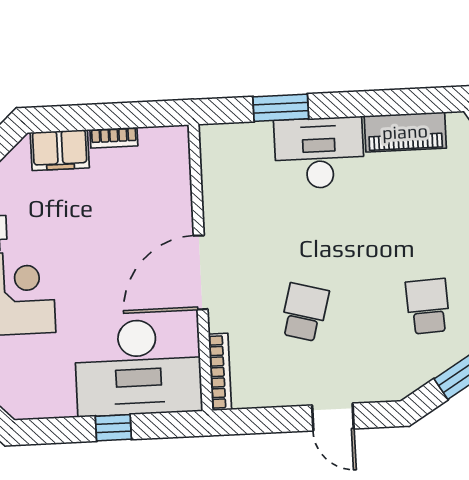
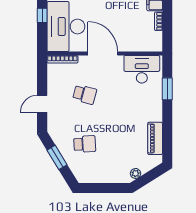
desk: (319, 153) -> (142, 69), moved, turned -90

